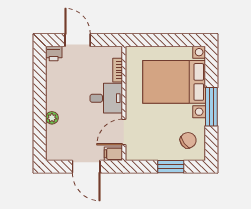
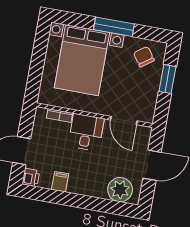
plant: (52, 118) -> (120, 190), moved, width x1.88, depth x1.88
filing cabinet: (113, 154) -> (60, 182), moved, turned 180

